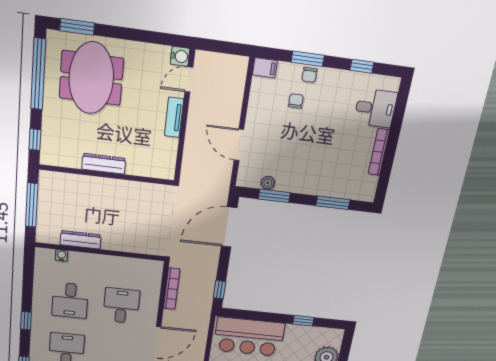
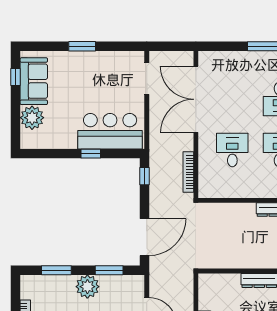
plant: (268, 183) -> (87, 287), moved, width x1.87, depth x1.87
desk: (121, 306) -> (232, 150), turned 180
window: (303, 321) -> (91, 154), moved

